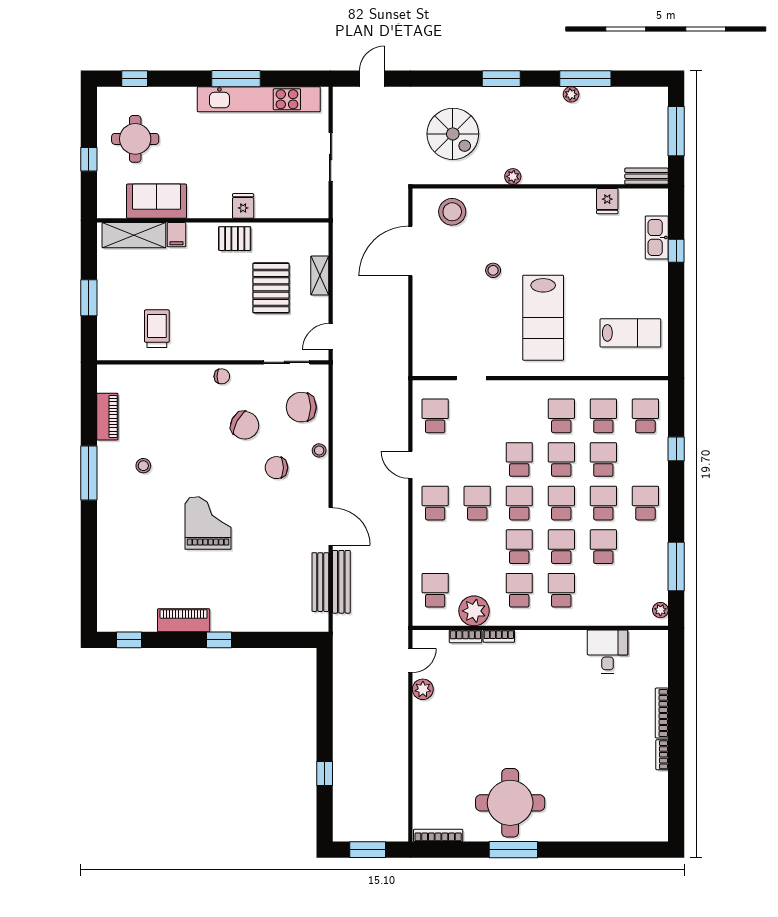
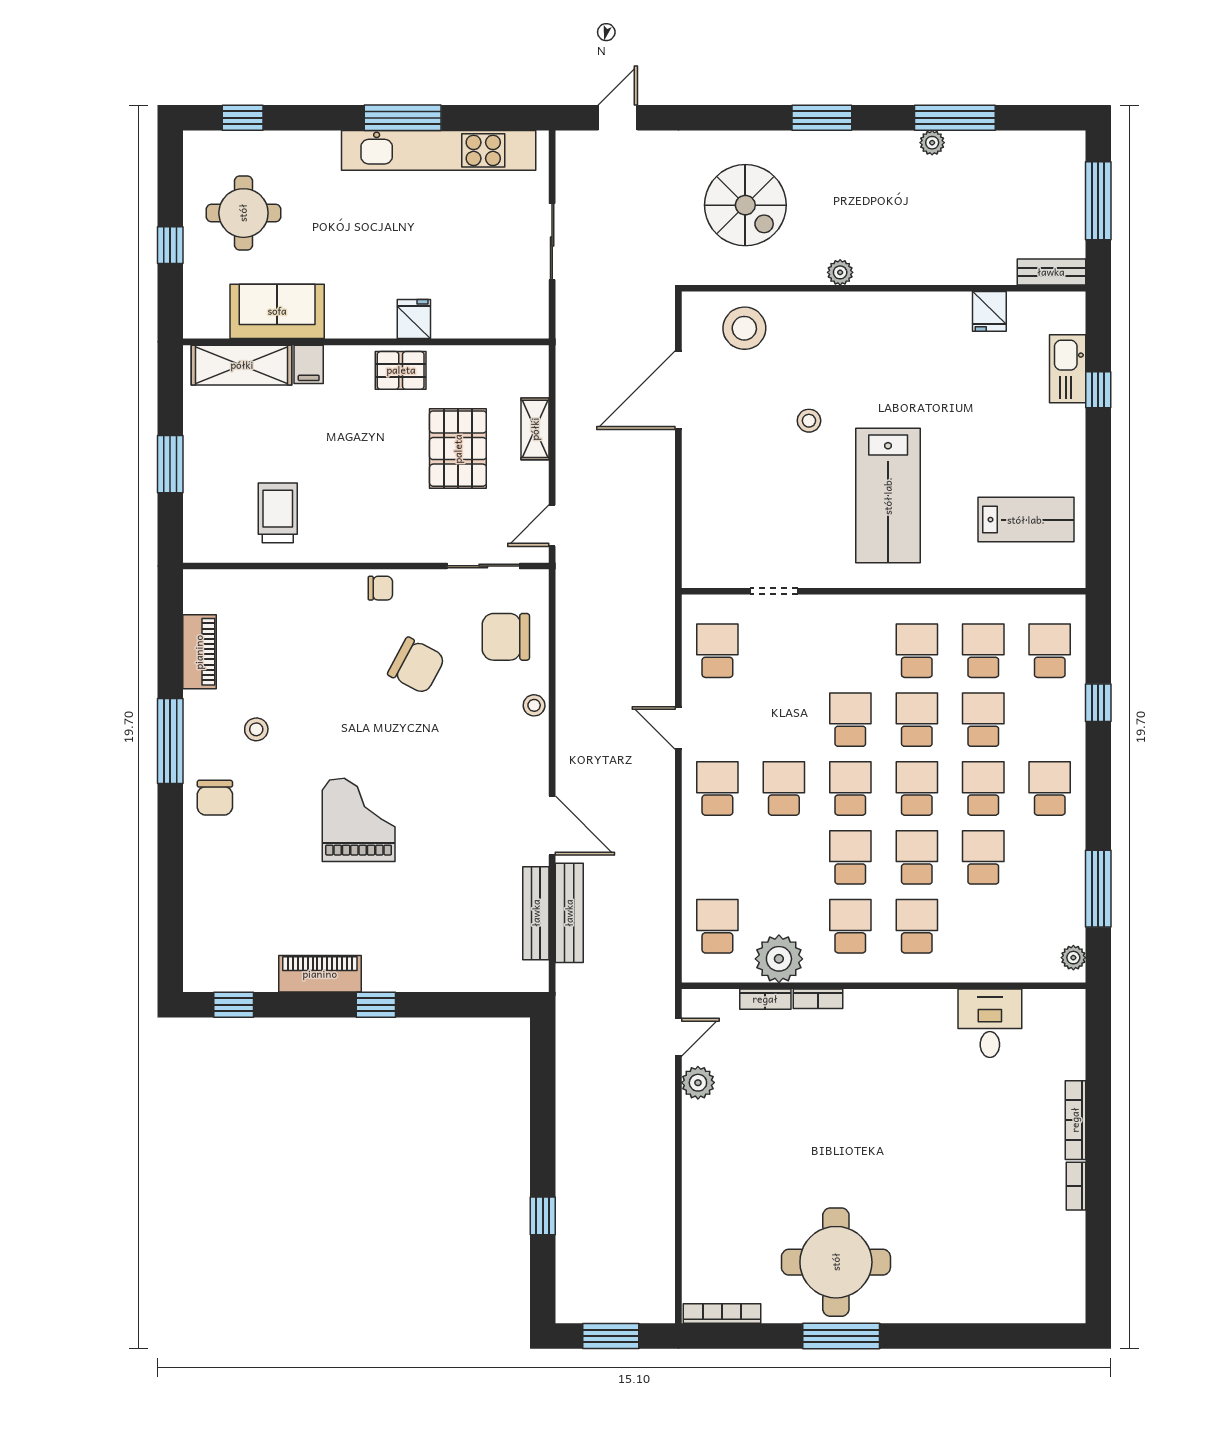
chair: (276, 468) -> (215, 798), moved, turned -90

